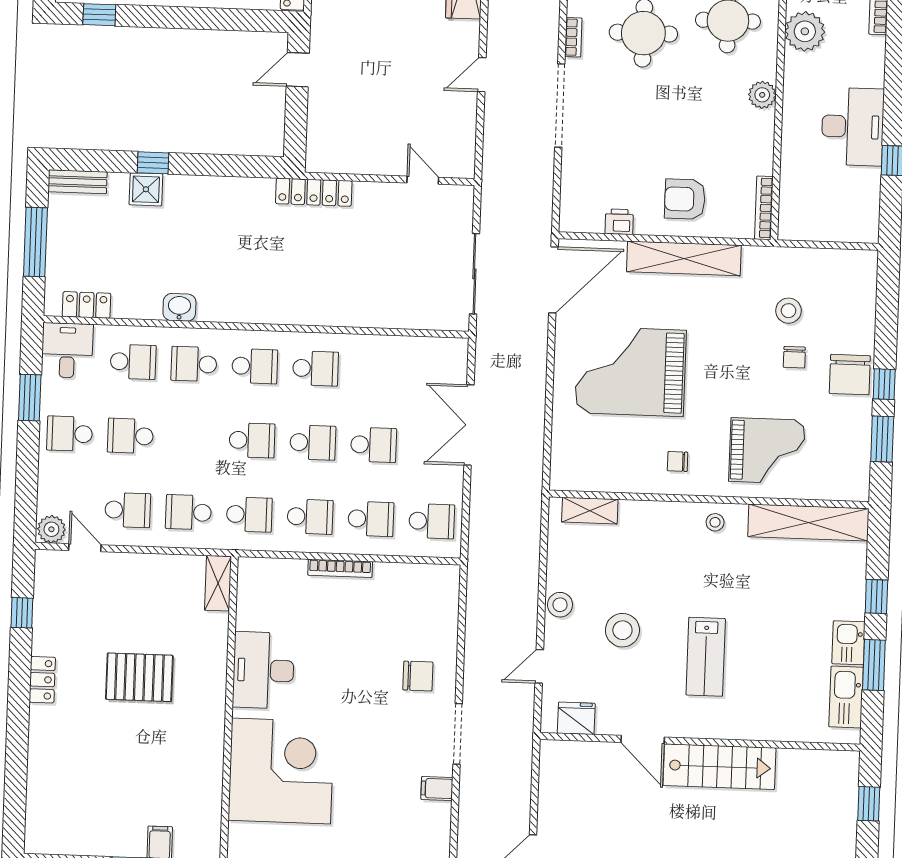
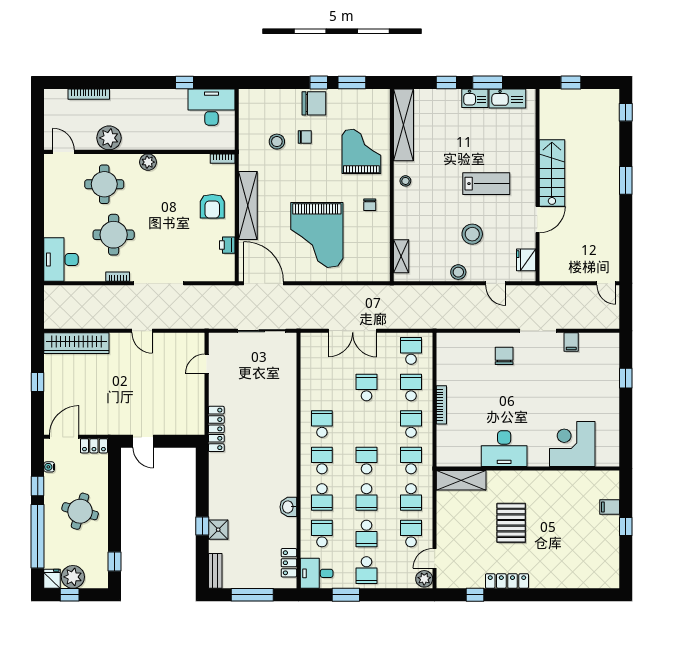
desk: (853, 127) -> (212, 107), moved
bookcase: (764, 208) -> (223, 159), width x0.64
school desk: (313, 443) -> (366, 497), moved, turned 180
shelving: (218, 583) -> (461, 480), width x1.50, depth x1.33
locker: (42, 680) -> (507, 581), width x1.53
corner desk: (281, 771) -> (572, 444), width x0.74, depth x0.74

